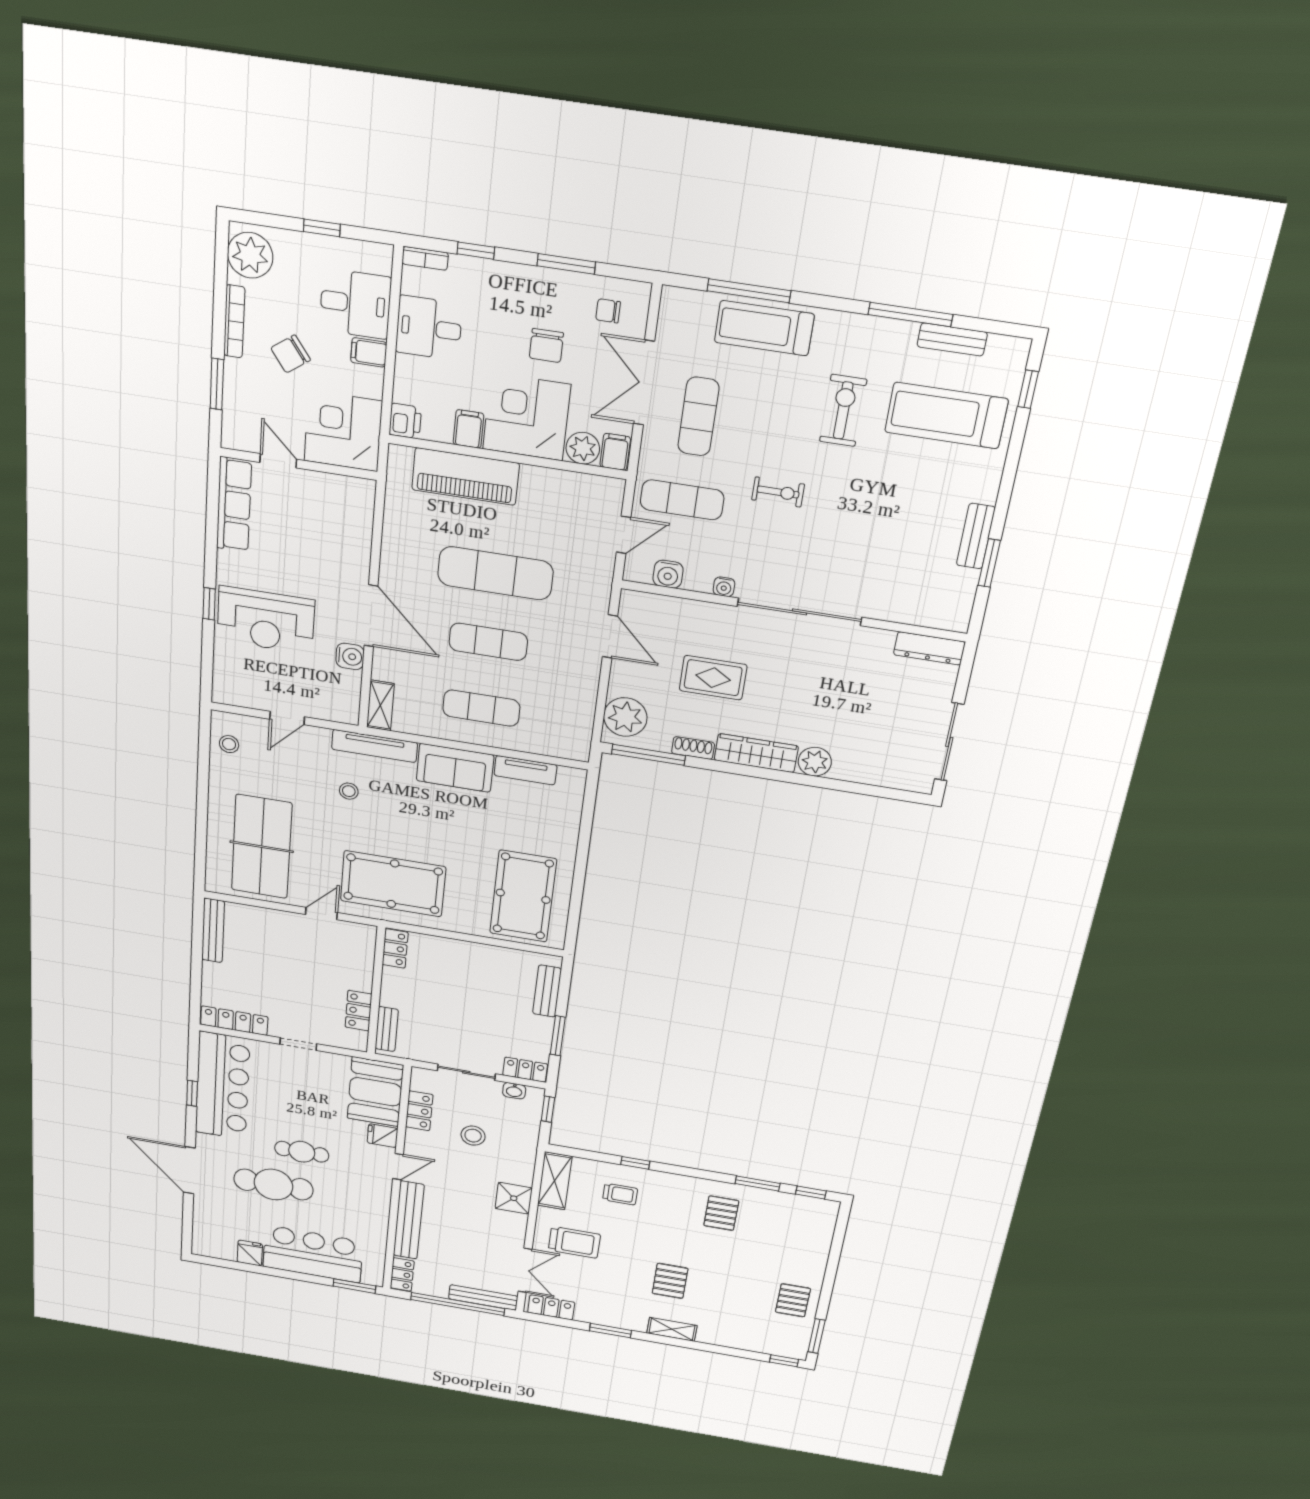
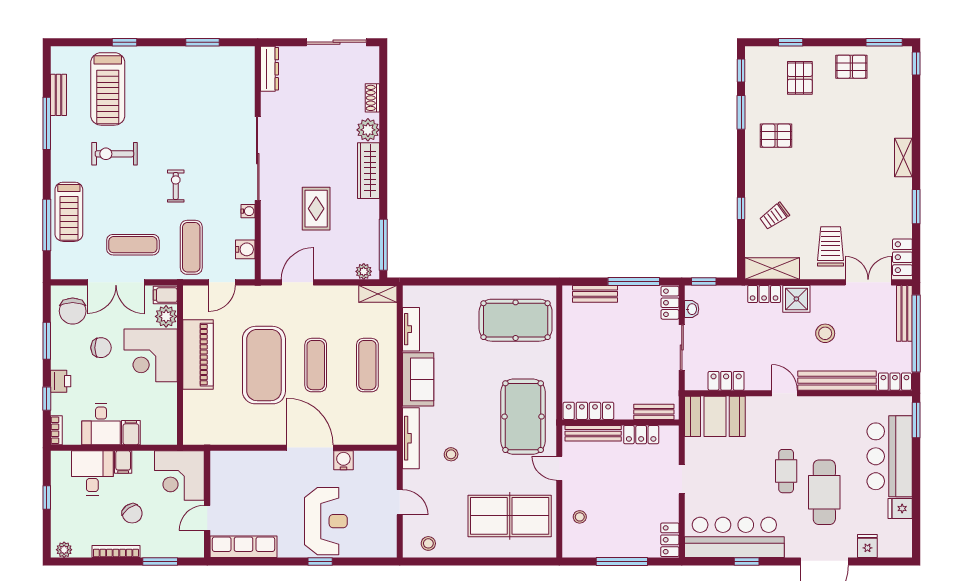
plant: (250, 255) -> (64, 550), width x0.53, depth x0.53
chair: (608, 311) -> (73, 311), width x1.87, depth x1.87
window: (1028, 389) -> (124, 42), moved
printer: (405, 421) -> (61, 381), moved, turned 90
filing cabinet: (469, 429) -> (131, 433), moved, turned 90
piano: (465, 476) -> (198, 355), moved
door: (624, 535) -> (222, 282), swing flipped
bench: (976, 536) -> (185, 55), removed
exercise mat: (495, 573) -> (264, 365), width x1.47
door: (371, 616) -> (310, 448), hinge flipped
shelving: (380, 705) -> (378, 294), moved
plant: (625, 717) -> (364, 271), width x0.53, depth x0.53
shoe rack: (693, 748) -> (372, 98), moved
stool: (256, 926) -> (580, 517), added
bench: (213, 930) -> (593, 433), moved
locker: (395, 948) -> (588, 411), width x1.53
window: (197, 963) -> (622, 562), added
locker: (234, 1021) -> (670, 540), width x0.66
window: (558, 1036) -> (634, 281), width x1.44
fridge: (382, 1136) -> (867, 546), moved, turned 180
stool: (473, 1136) -> (825, 333), moved
locker: (524, 1167) -> (764, 294), added
trolley: (620, 1194) -> (774, 216), turned -126
window: (836, 1248) -> (791, 42), added
pallet: (670, 1281) -> (800, 78), moved, turned 90

